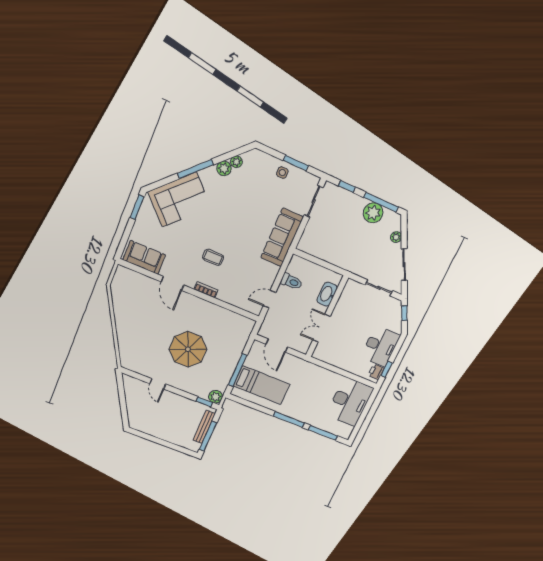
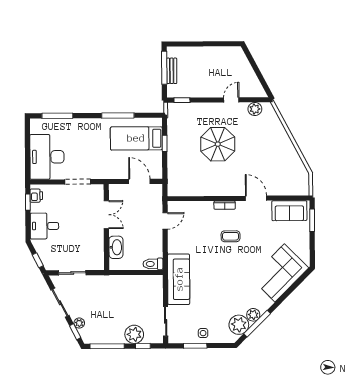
plant: (236, 162) -> (239, 325), width x1.88, depth x1.88
window: (195, 169) -> (257, 324), moved
window: (137, 207) -> (312, 220), moved
plant: (373, 213) -> (134, 334), moved
window: (404, 230) -> (75, 332), added
toilet: (291, 282) -> (153, 264), moved
desk: (380, 346) -> (44, 226), width x0.73
doorway: (333, 369) -> (78, 182), added
window: (238, 370) -> (165, 143), width x0.46
door: (158, 384) -> (231, 100), hinge flipped
plant: (216, 397) -> (255, 109), moved
window: (289, 420) -> (118, 115), moved
bench: (204, 427) -> (172, 71), width x0.73

